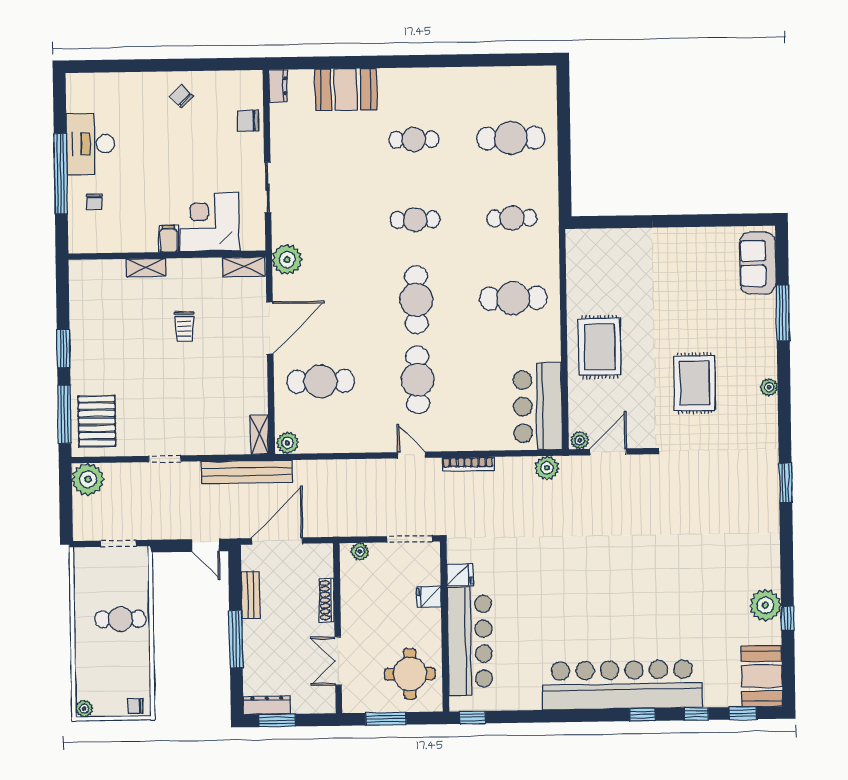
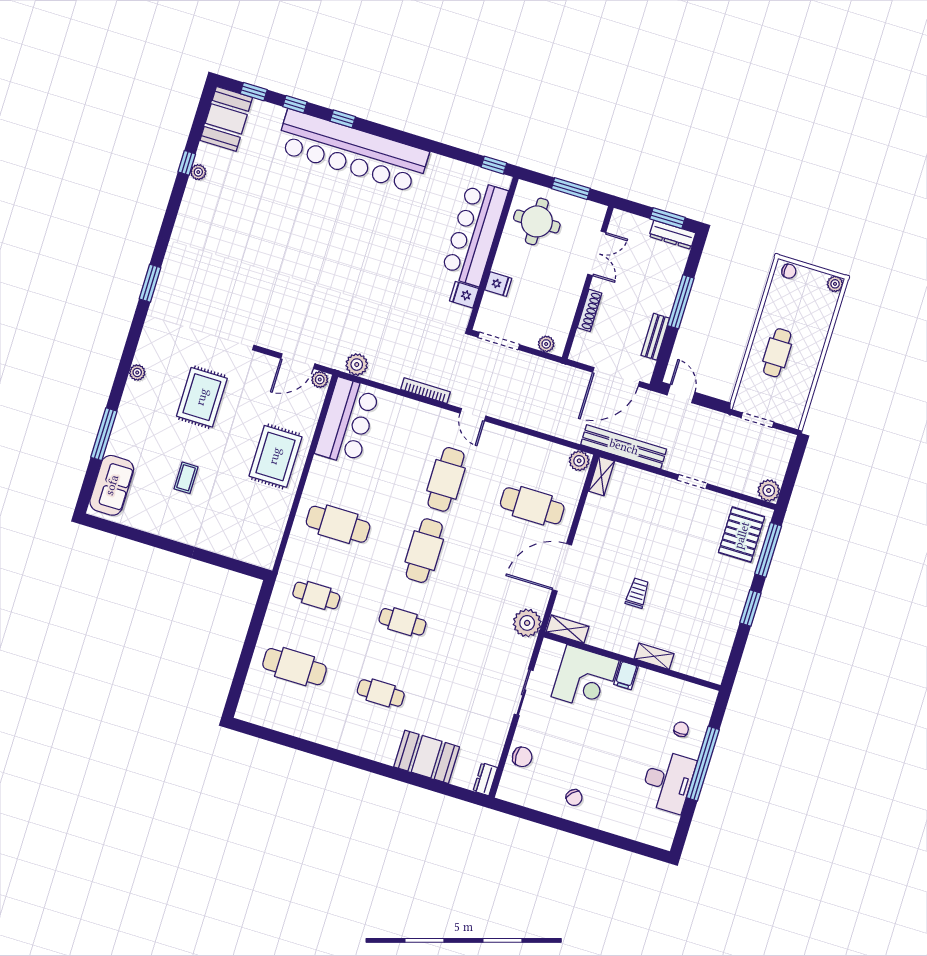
coffee table: (684, 295) -> (186, 478), added
plant: (88, 479) -> (769, 491), width x0.73, depth x0.73
plant: (765, 605) -> (198, 172), width x0.53, depth x0.53
cafe table: (120, 619) -> (777, 353), turned 90

